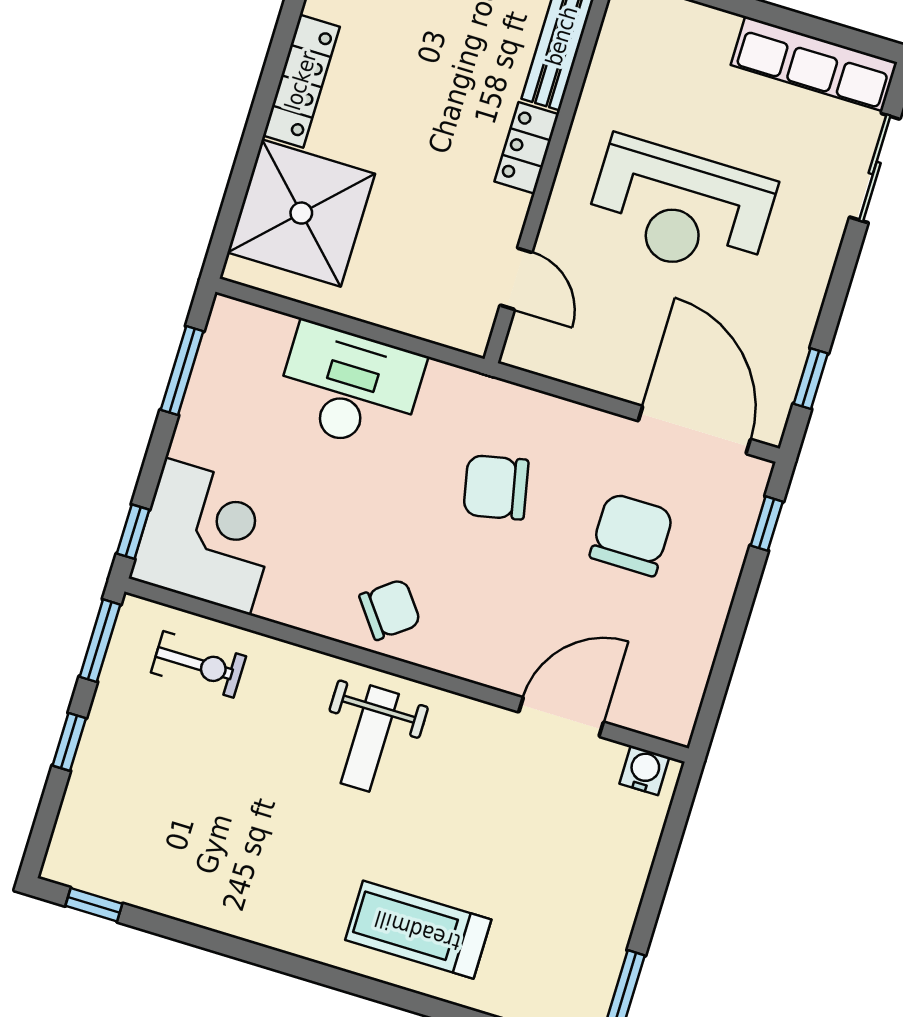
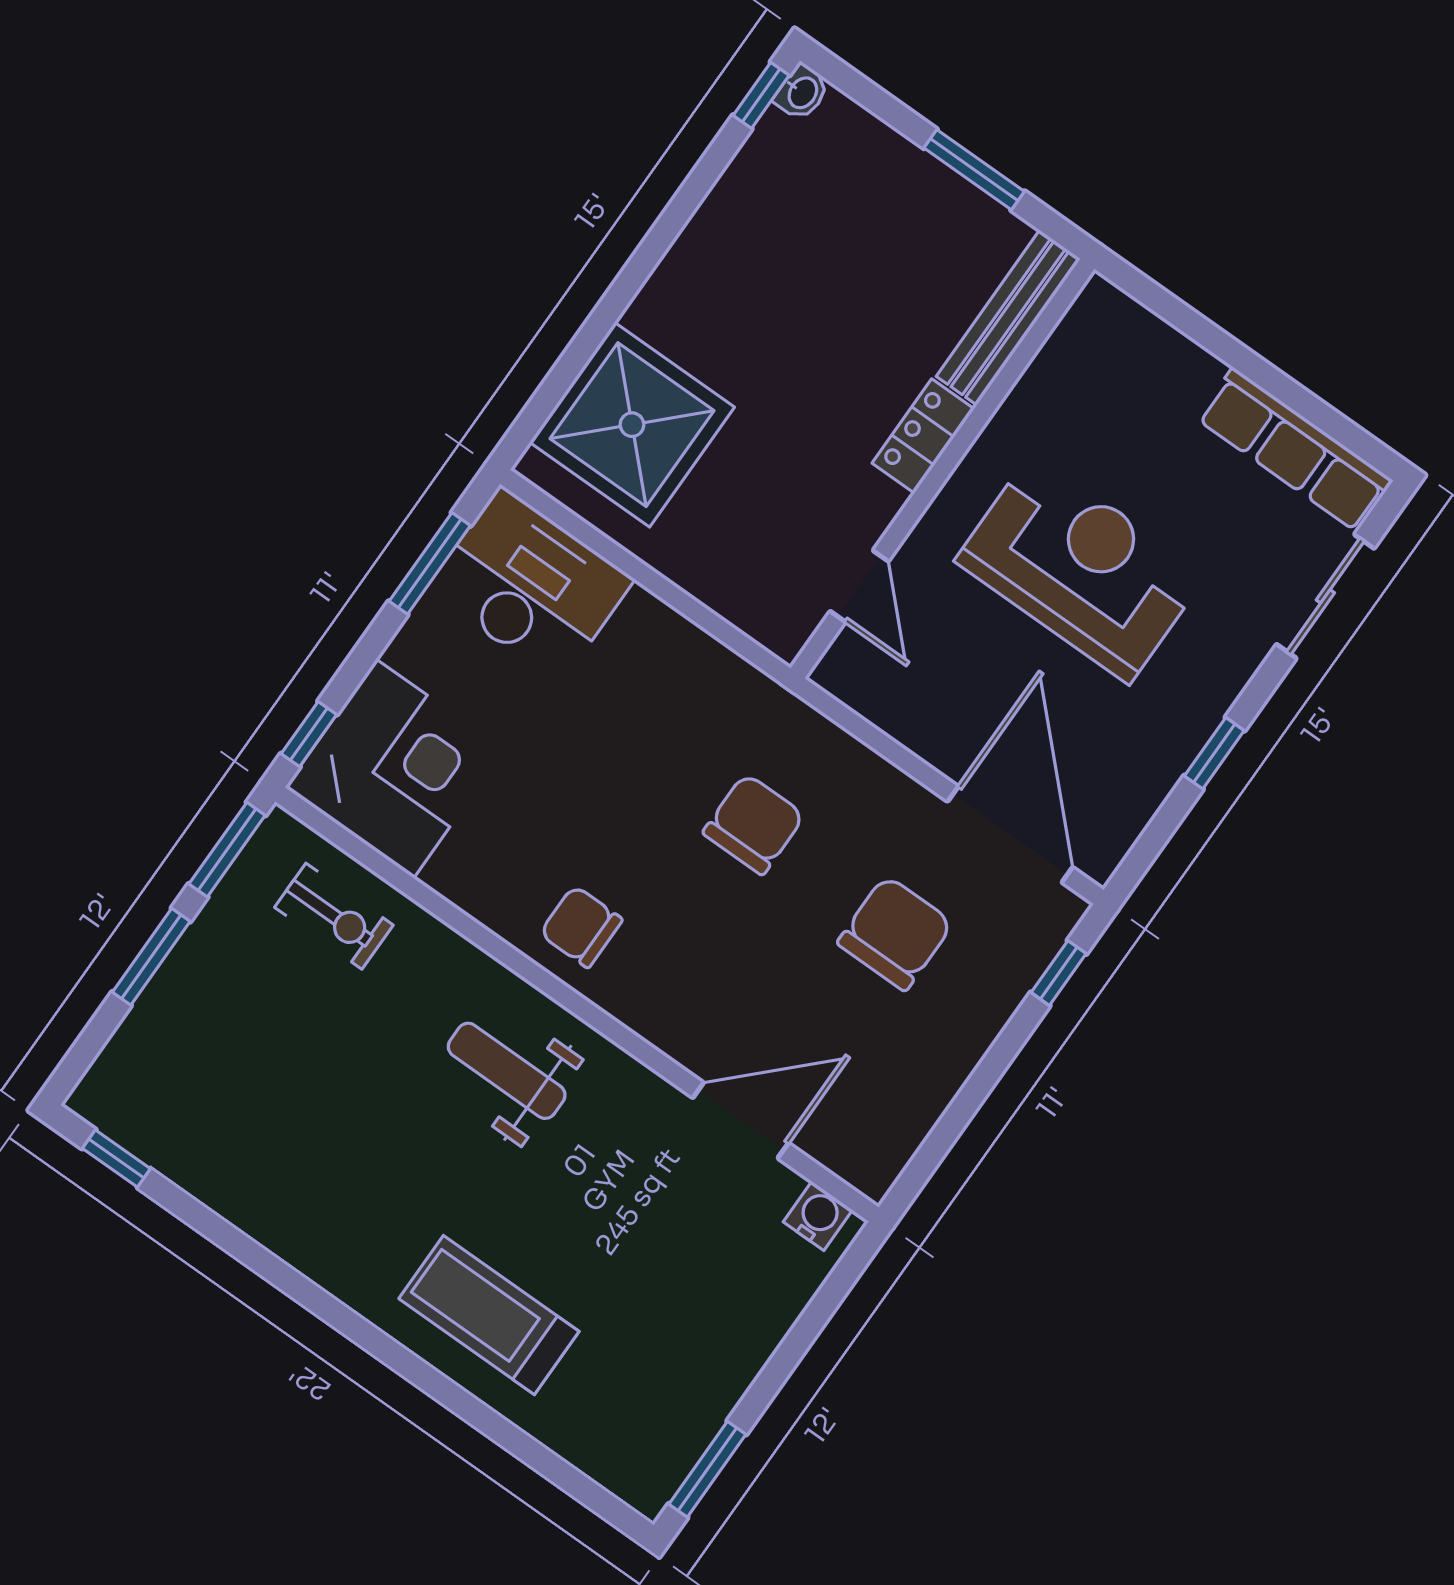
locker: (301, 81) -> (684, 269), removed
reception desk: (680, 209) -> (1081, 568), turned 180
window: (811, 379) -> (1214, 753), moved
desk: (350, 387) -> (530, 585), moved
chair: (496, 487) -> (754, 824), turned 102
chair: (390, 610) -> (581, 927), turned -143
weight bench: (370, 739) -> (507, 1071), turned 90
window: (69, 742) -> (151, 957), width x1.50

